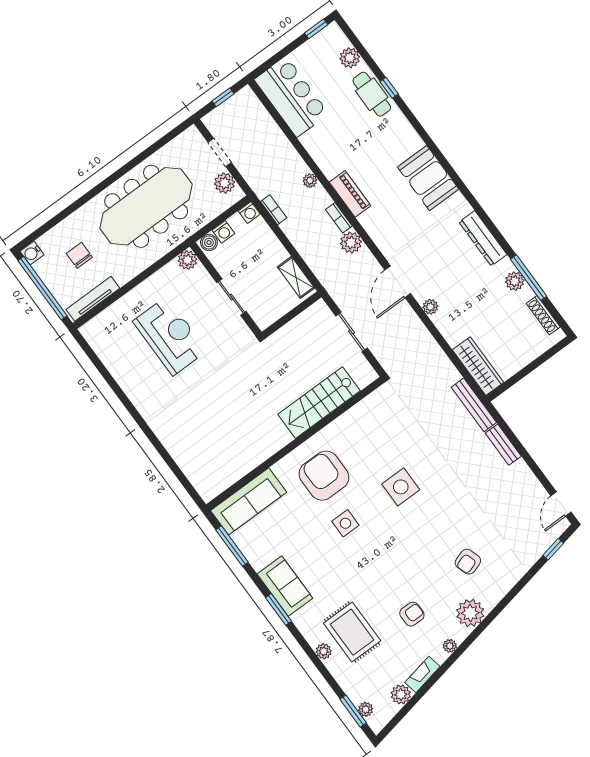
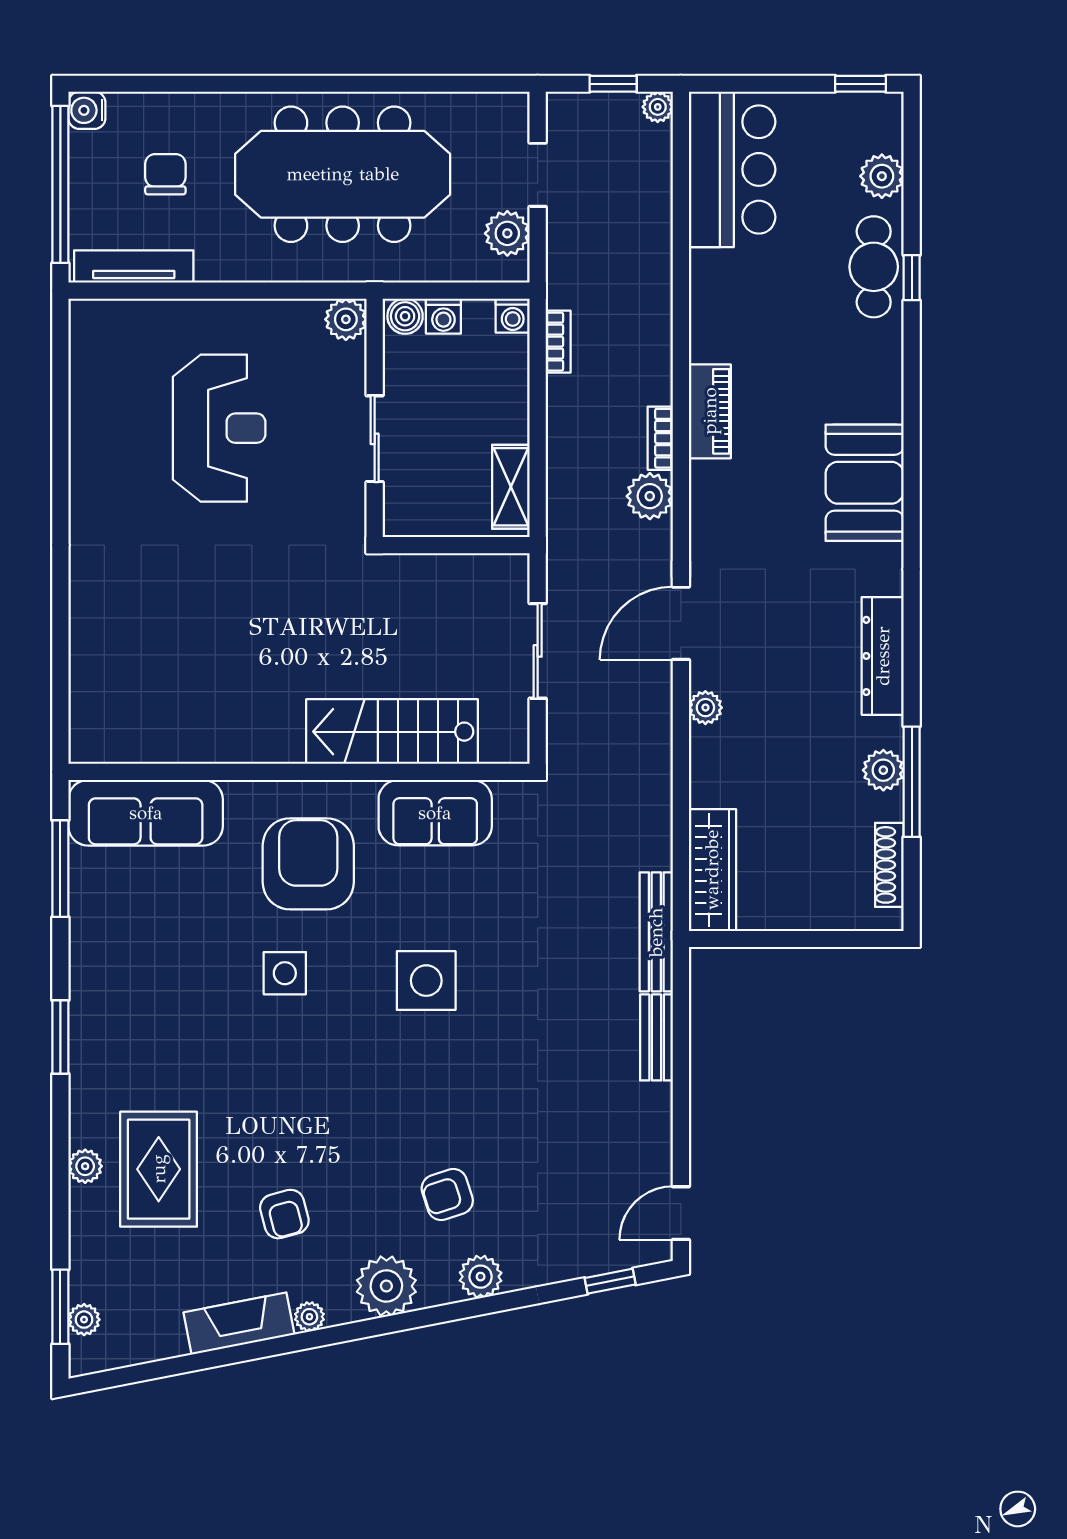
plant: (310, 181) -> (658, 107), moved
sofa: (285, 586) -> (435, 813), moved, turned 90
armchair: (412, 614) -> (284, 1214), turned 75
fireplace: (422, 674) -> (239, 1324), width x1.37, depth x1.32
plant: (401, 695) -> (481, 1277), moved

